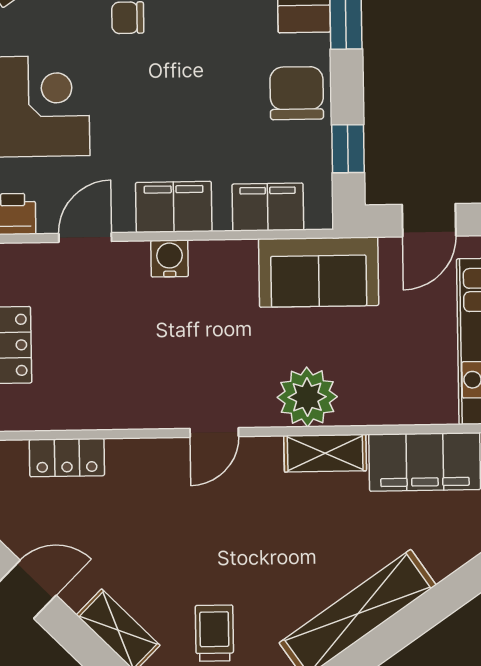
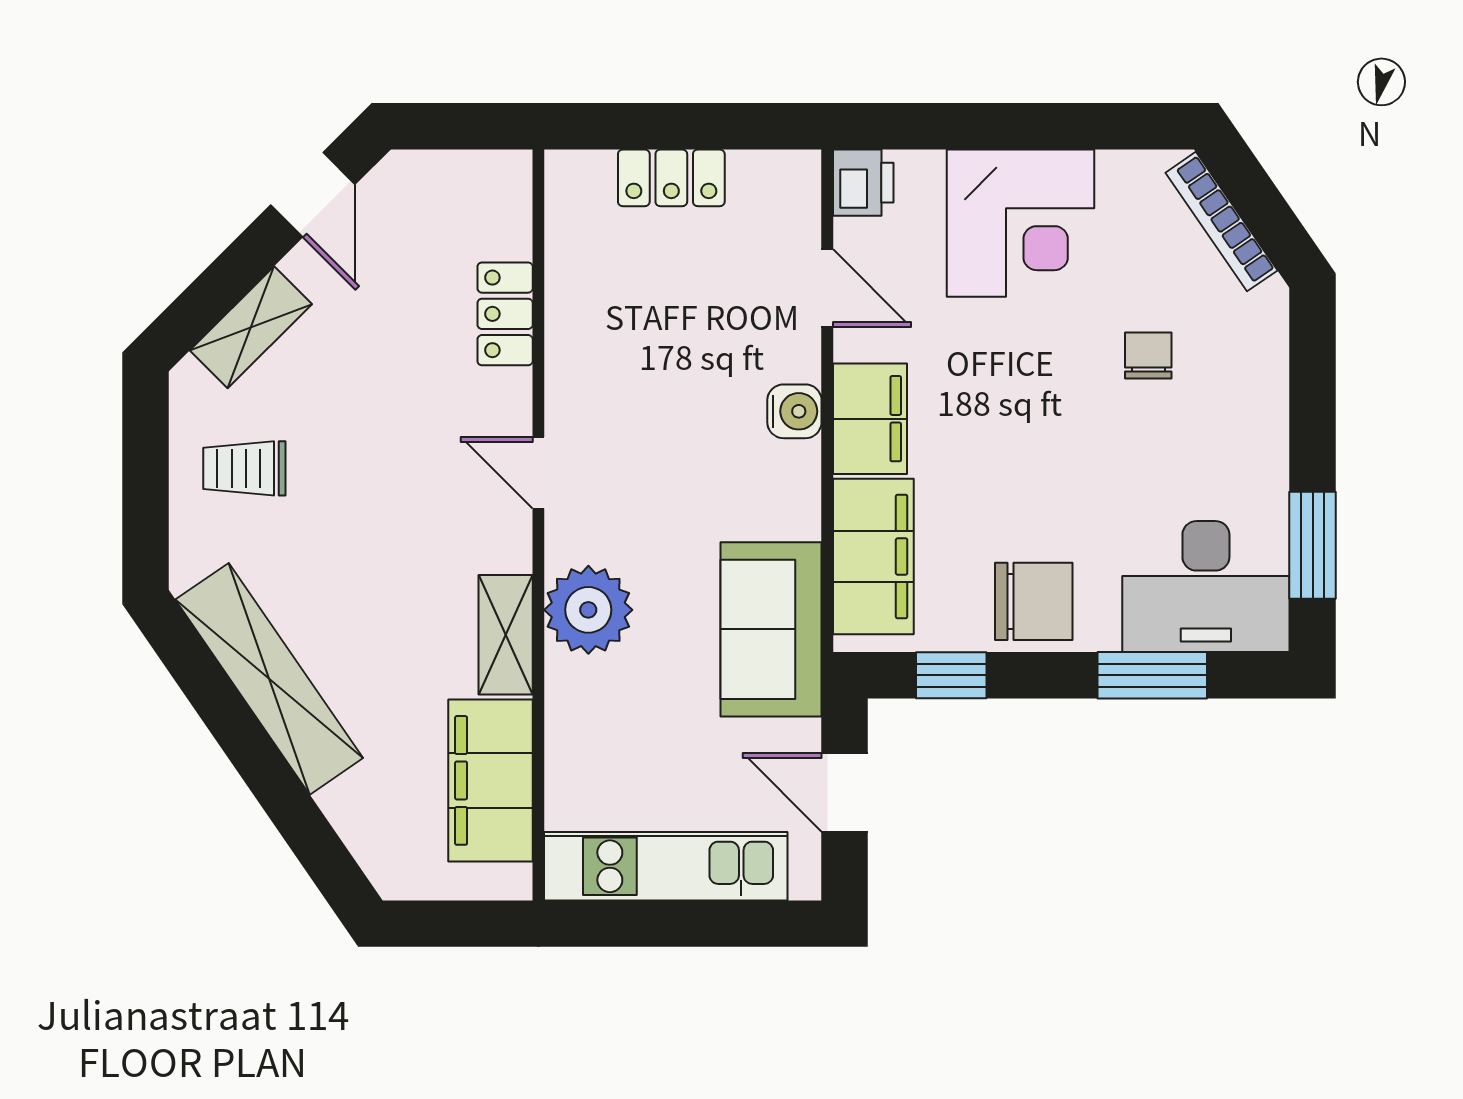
filing cabinet: (268, 207) -> (873, 556), width x1.50, depth x1.17
locker: (67, 458) -> (505, 314), moved
trolley: (214, 633) -> (244, 468), turned 180

